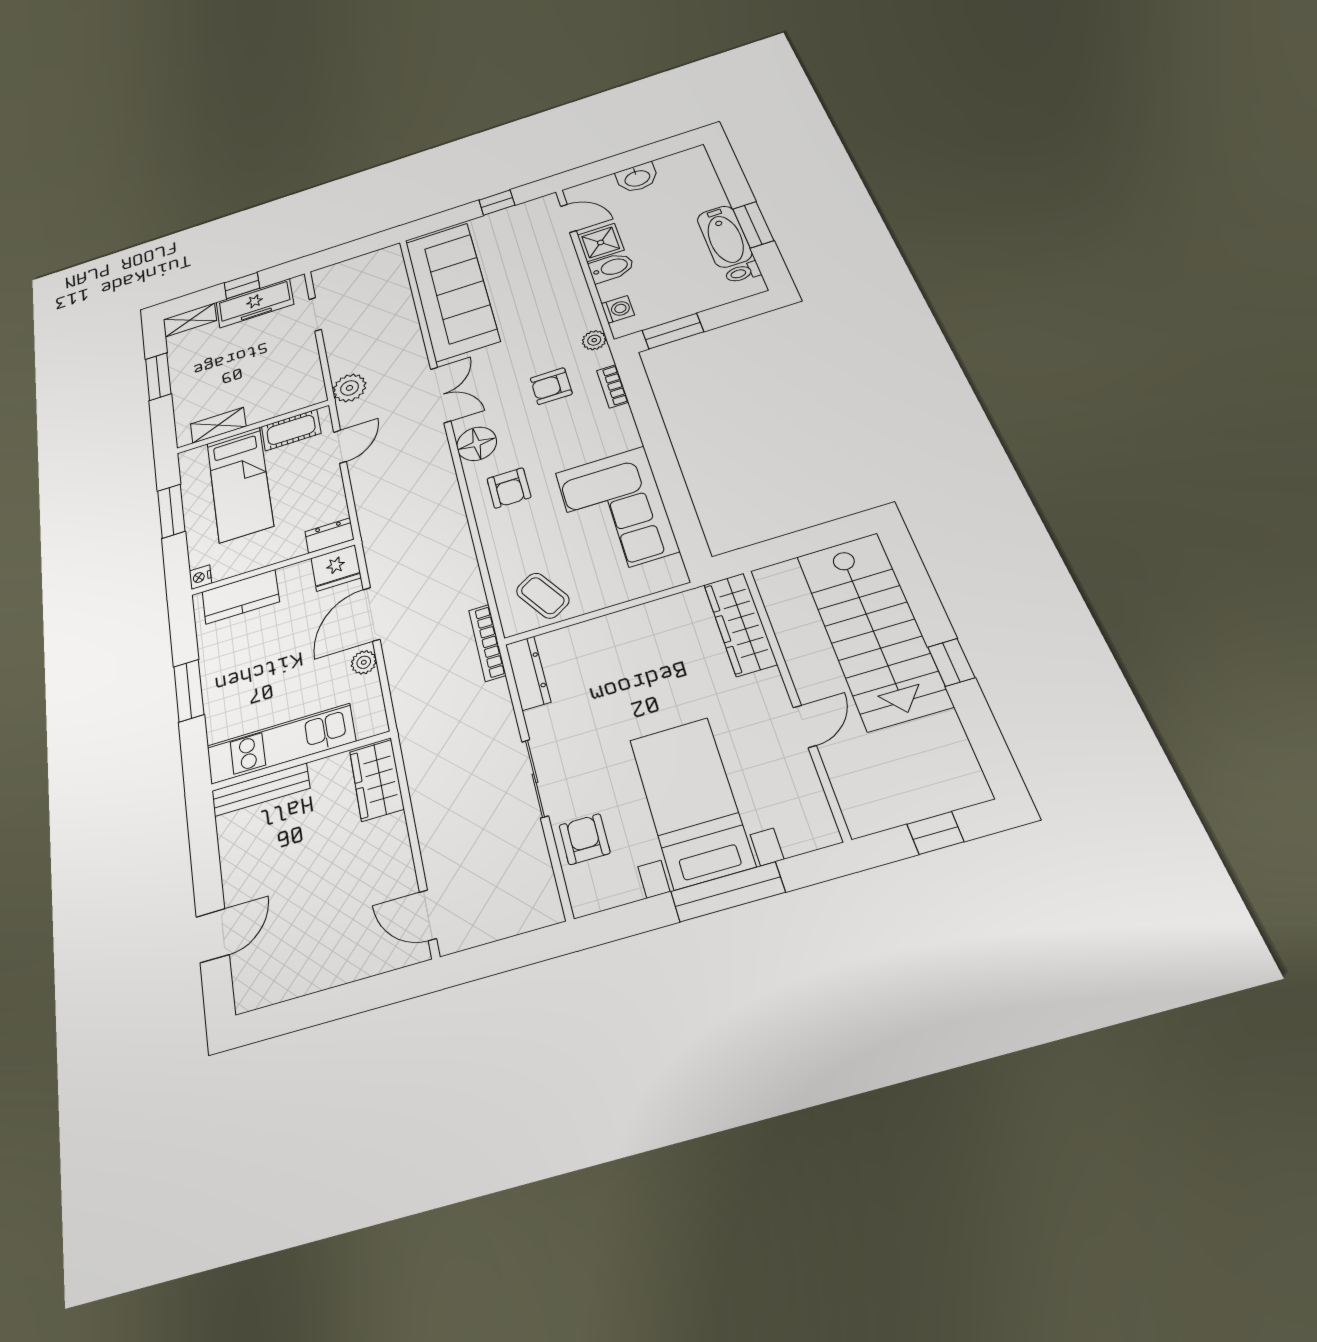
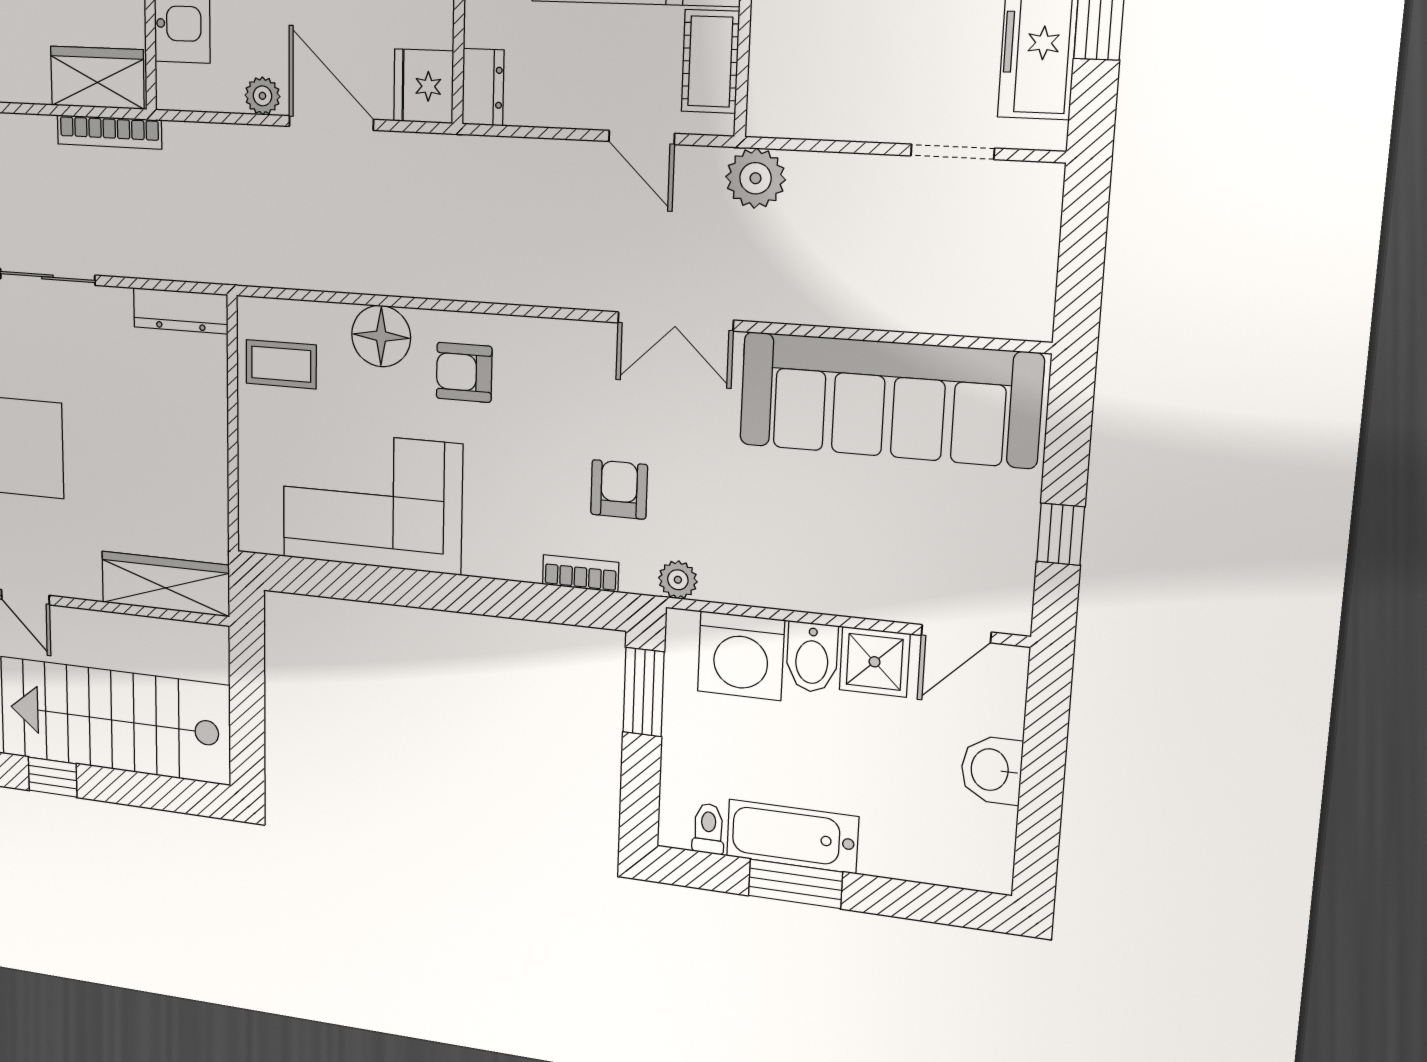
washing machine: (618, 309) -> (741, 656), width x1.89, depth x1.89
floor lamp: (477, 444) -> (381, 336), moved
coffee table: (543, 596) -> (281, 364), turned 32
bookcase: (487, 643) -> (109, 132), moved, turned 180

